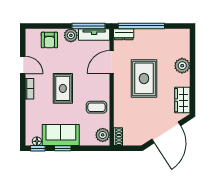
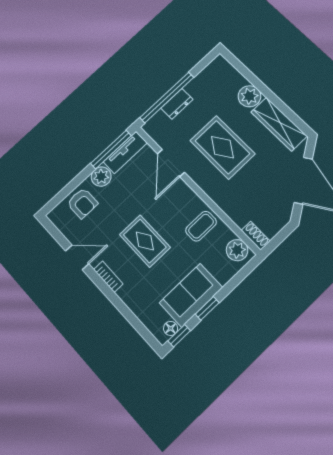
dresser: (124, 34) -> (177, 104), moved
wardrobe: (182, 100) -> (279, 124), width x1.50

